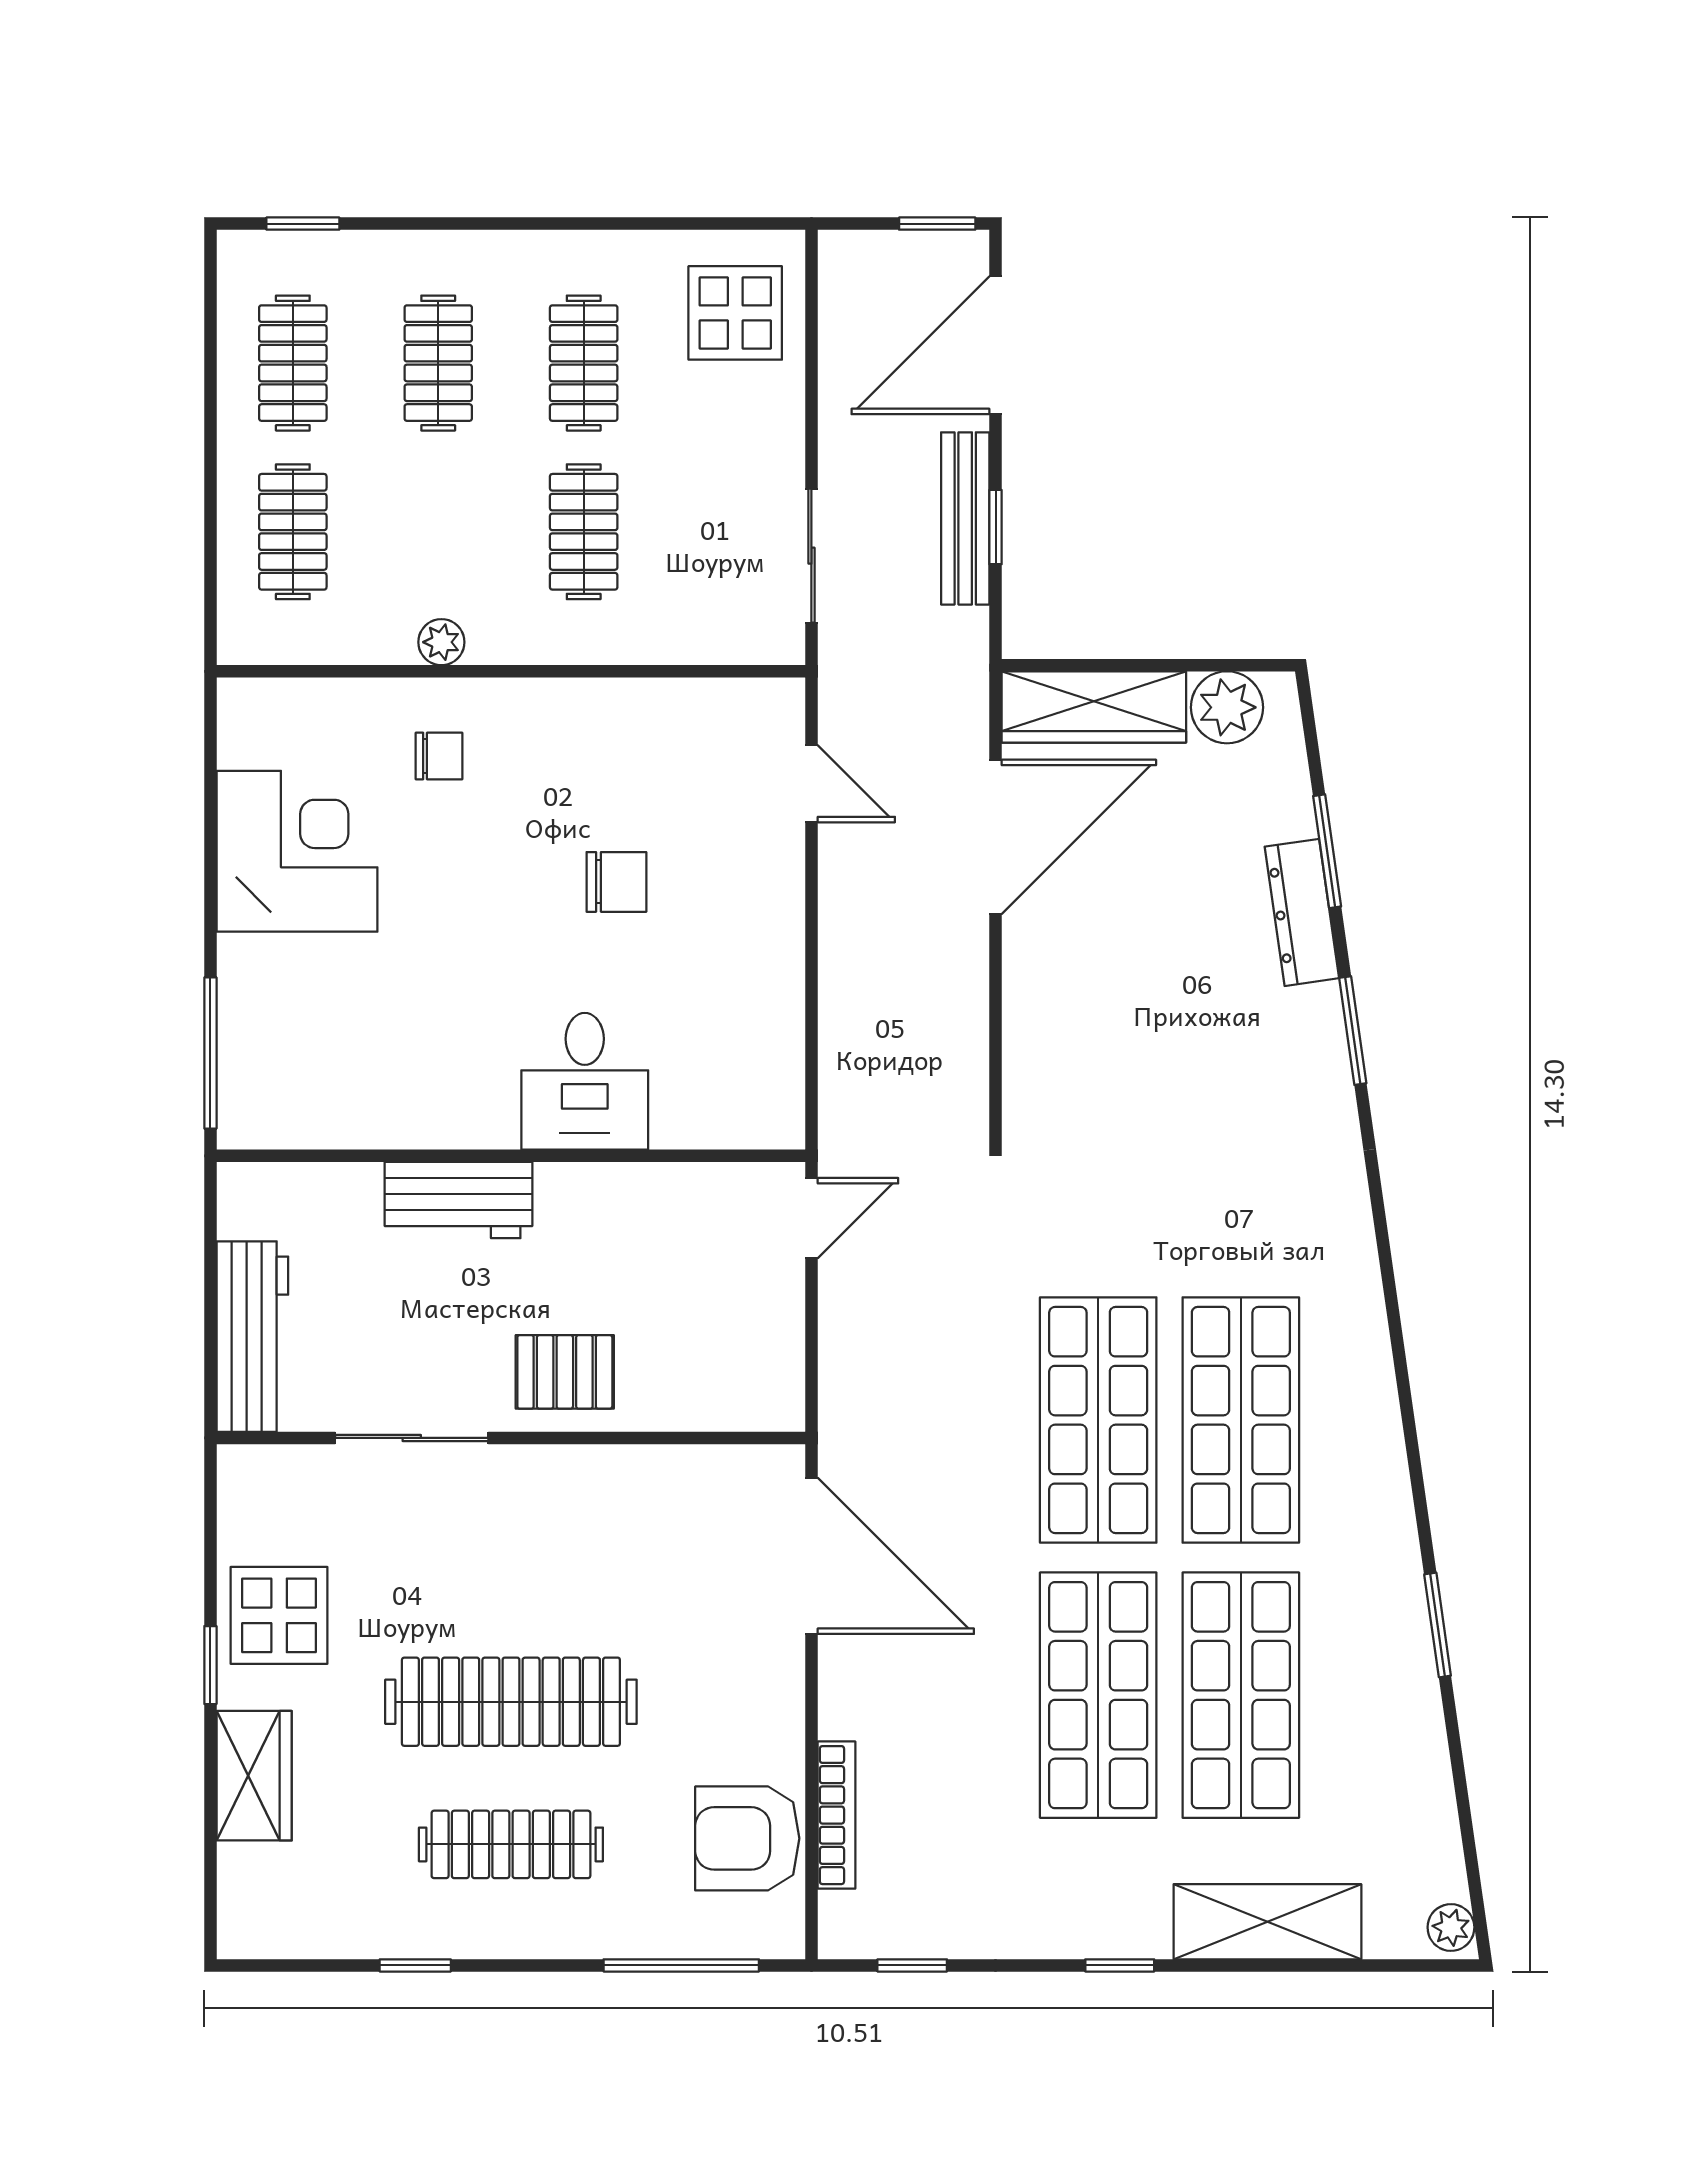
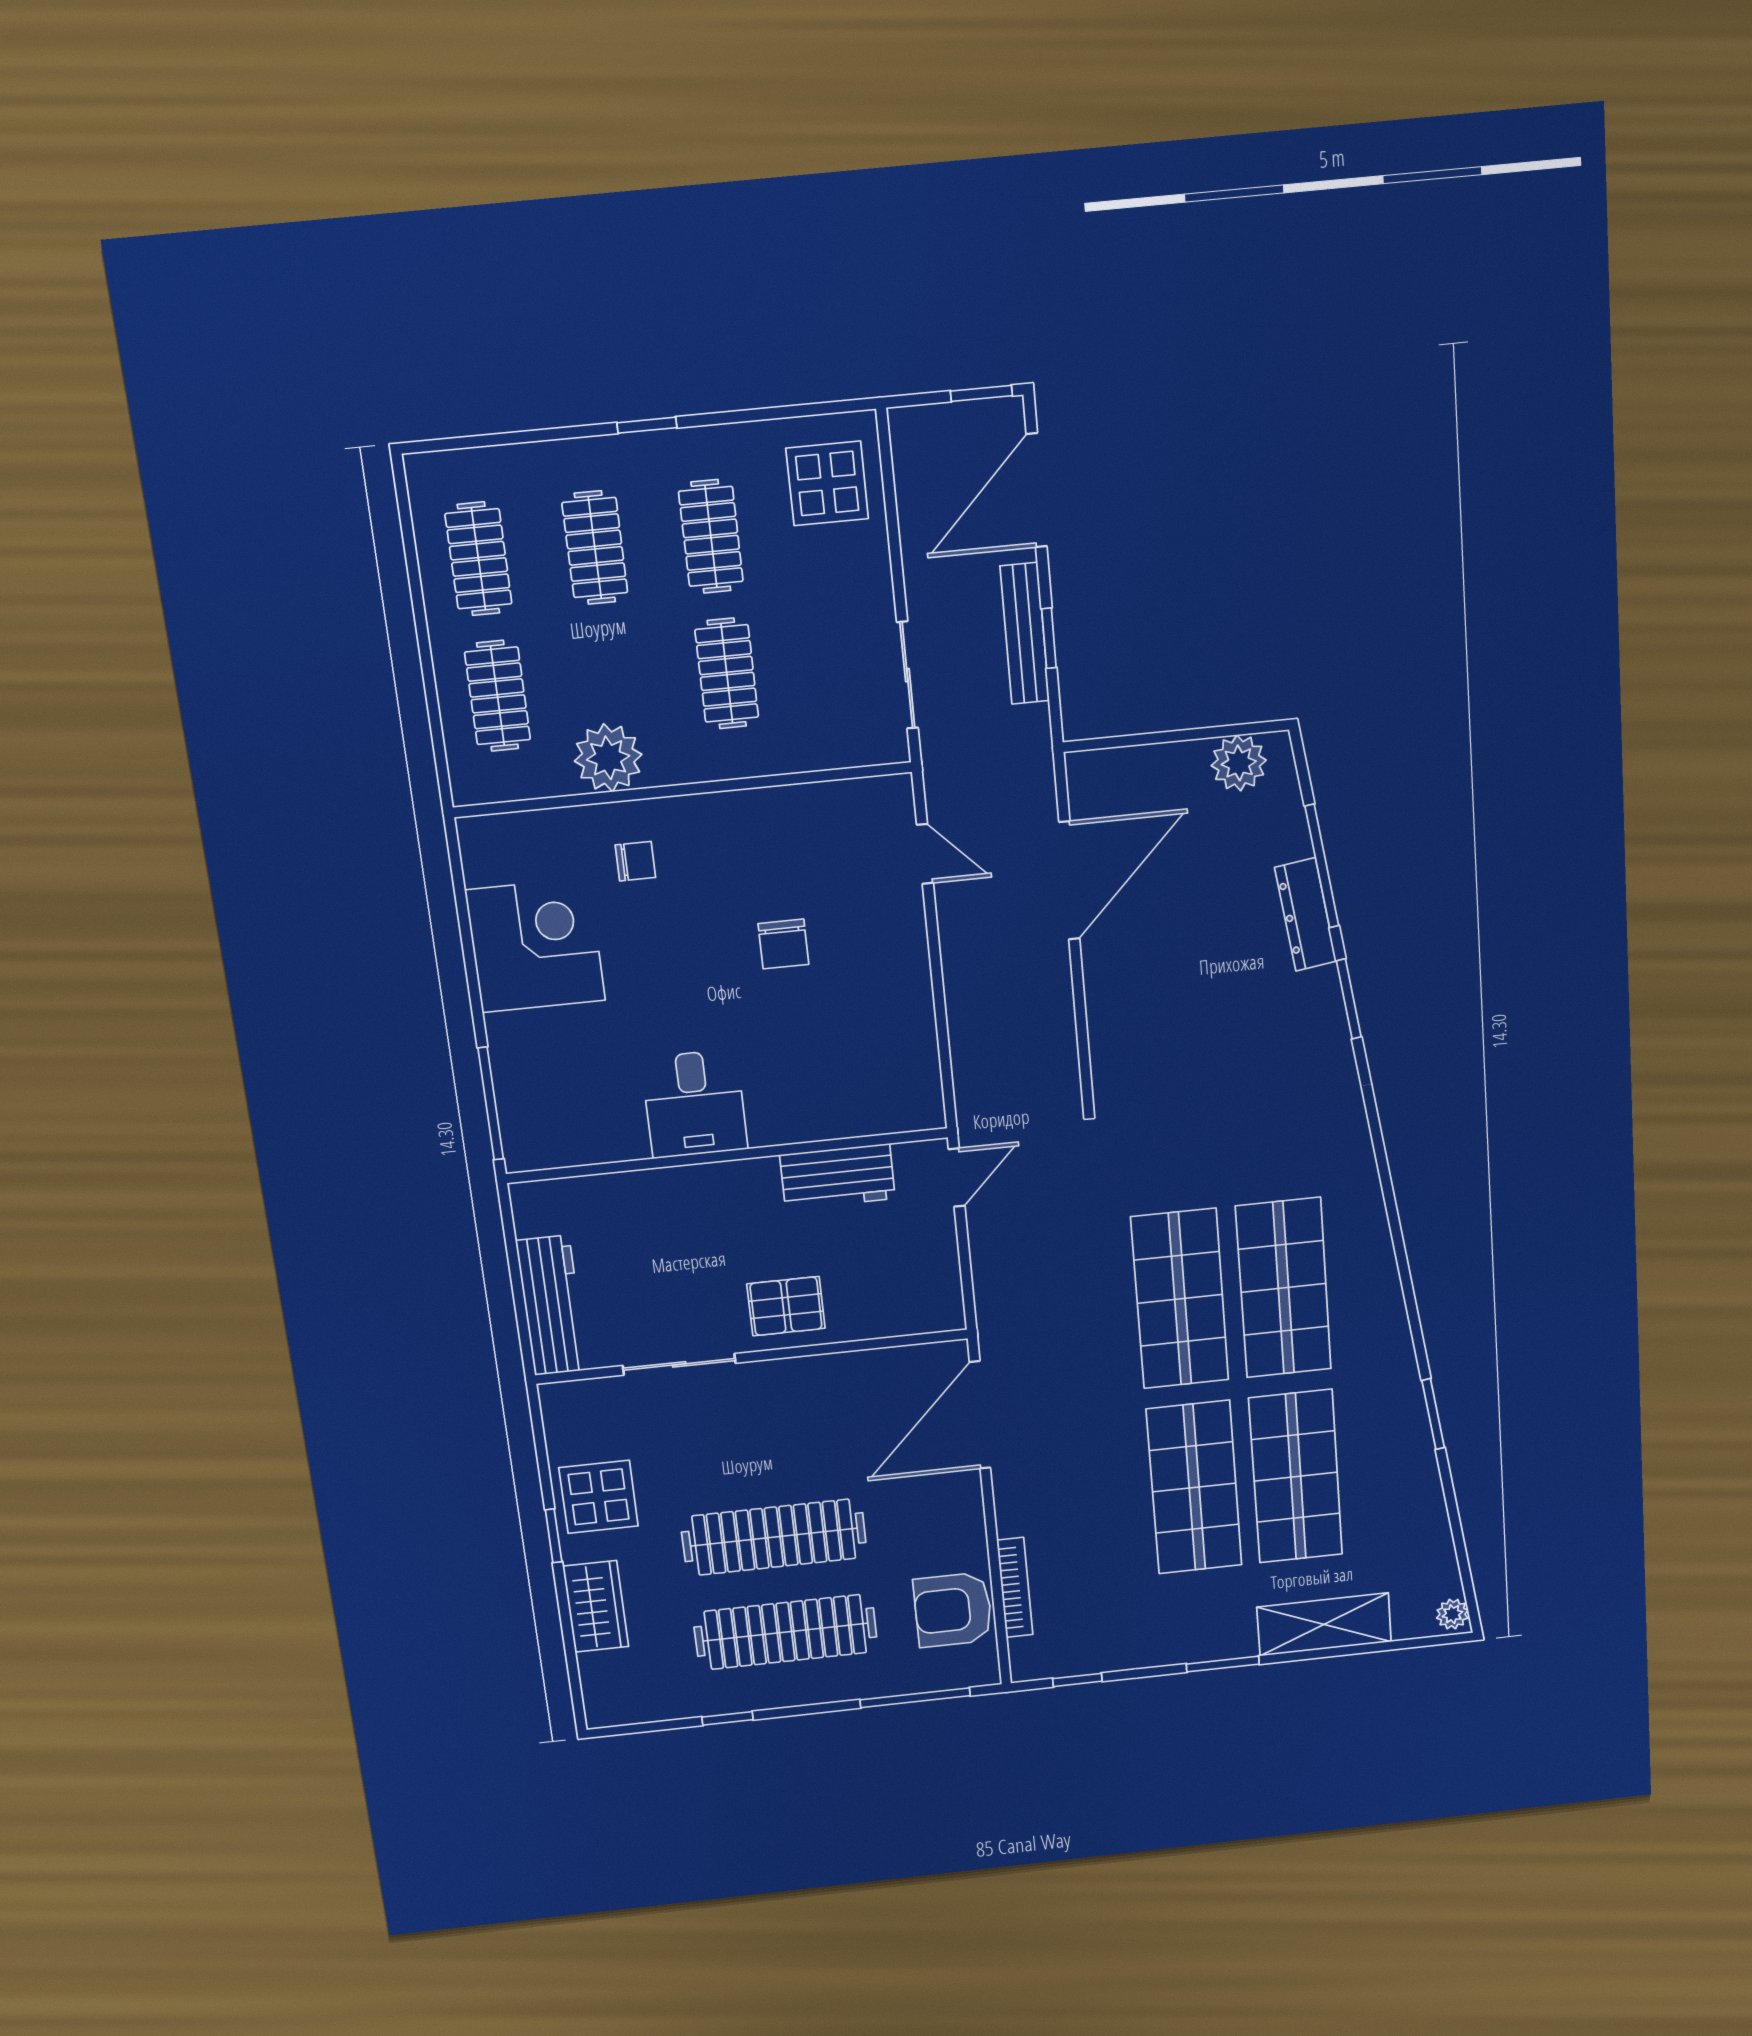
window: (303, 224) -> (647, 425), moved
plant: (441, 642) -> (608, 758), width x1.87, depth x1.87
wardrobe: (1094, 707) -> (1137, 773), removed
window: (1327, 851) -> (1322, 866), width x1.44
chair: (616, 882) -> (783, 944), turned 90
desk: (585, 1081) -> (694, 1104), moved
workbench: (459, 1200) -> (837, 1177), moved
door: (811, 1556) -> (980, 1415), swing flipped
clothes rail: (511, 1844) -> (785, 1632), width x1.37, depth x1.31
window: (1120, 1965) -> (1223, 1664), width x1.50

